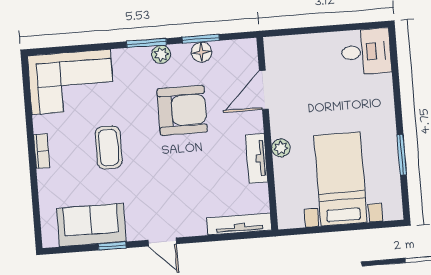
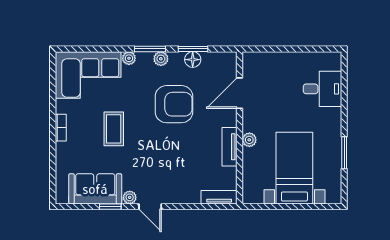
desk: (366, 52) -> (322, 89), moved
plant: (121, 57) -> (129, 58), added
tv unit: (239, 224) -> (219, 197), width x0.71
plant: (136, 232) -> (130, 197), added

